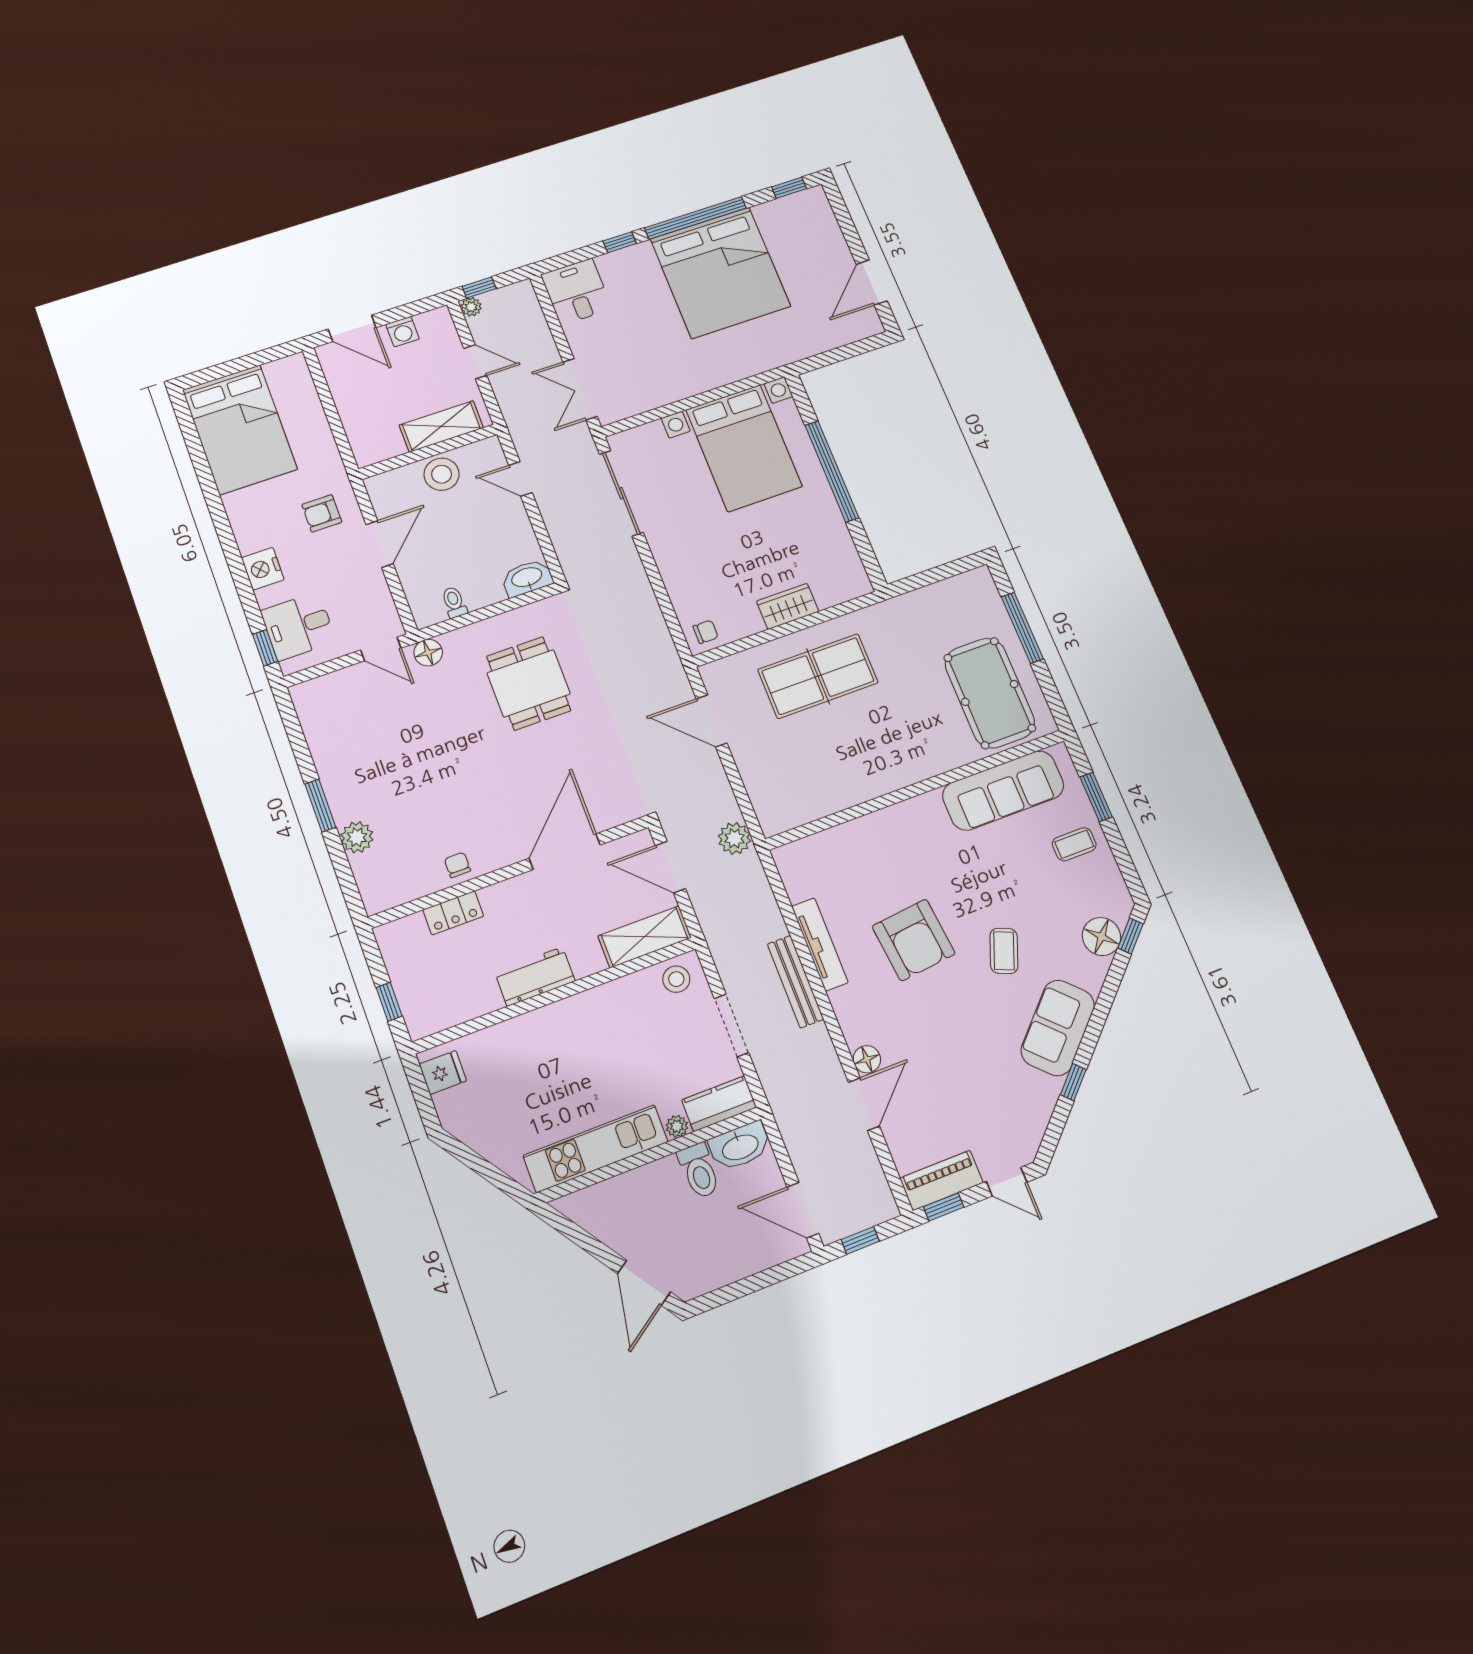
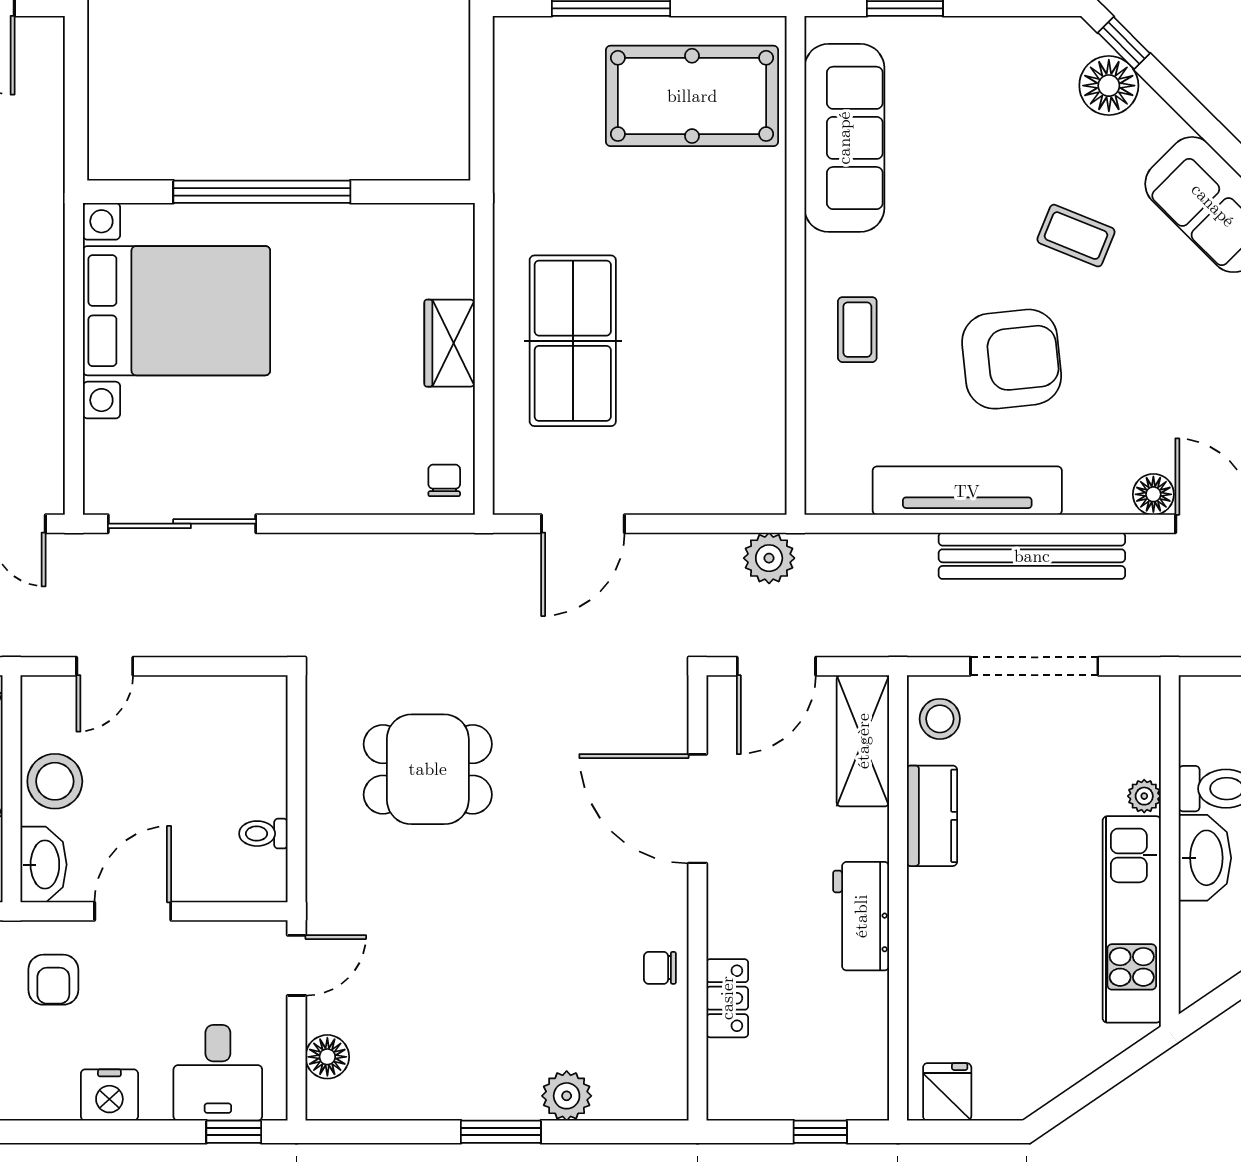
door: (380, 544) -> (133, 911), hinge flipped
washbasin: (527, 578) -> (44, 865), moved, turned 180
floor lamp: (428, 653) -> (327, 1057), moved
coffee table: (1074, 844) -> (857, 330), moved
tv unit: (820, 944) -> (967, 491), width x1.36, depth x1.29
bench: (795, 982) -> (1032, 556), width x1.37, depth x1.21
doorway: (731, 1025) -> (1034, 666), width x1.36
kitchen counter: (719, 1104) -> (932, 816), moved, turned 180
washbasin: (740, 1146) -> (1205, 858), moved

